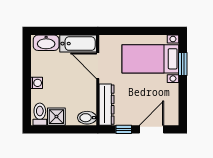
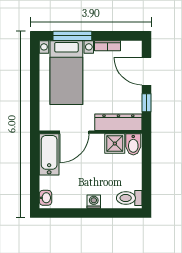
washbasin: (46, 43) -> (45, 198), width x0.52, depth x0.69
window: (183, 64) -> (72, 36), width x1.44
bookcase: (174, 95) -> (108, 46), added
shower: (56, 117) -> (115, 144), moved

